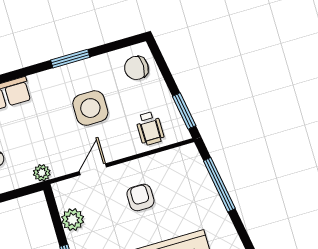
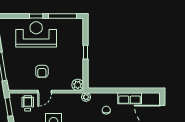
door: (93, 169) -> (45, 92), moved
plant: (73, 220) -> (78, 85), moved

